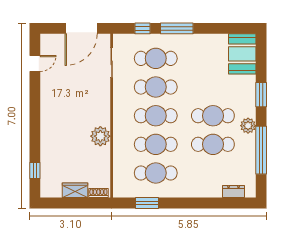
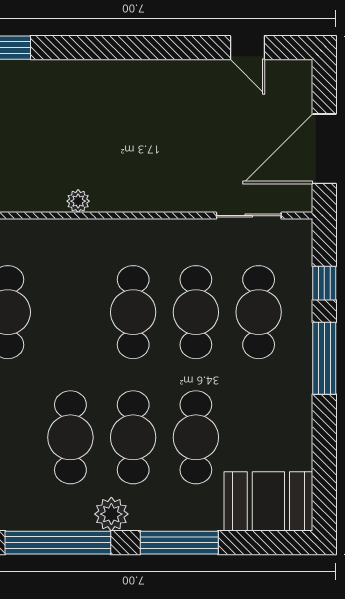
door: (81, 28) -> (324, 149), hinge flipped
window: (261, 95) -> (179, 543), width x1.44
plant: (100, 136) -> (78, 201), width x0.53, depth x0.53
cafe table: (156, 144) -> (196, 437), moved

